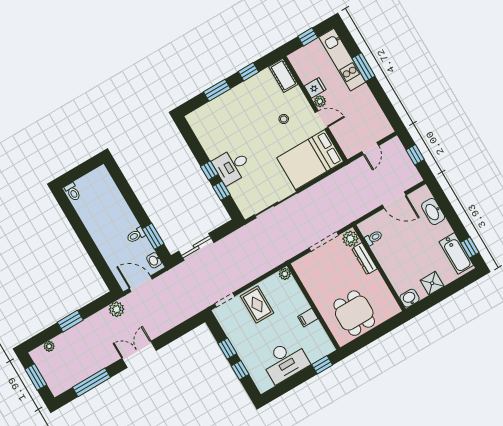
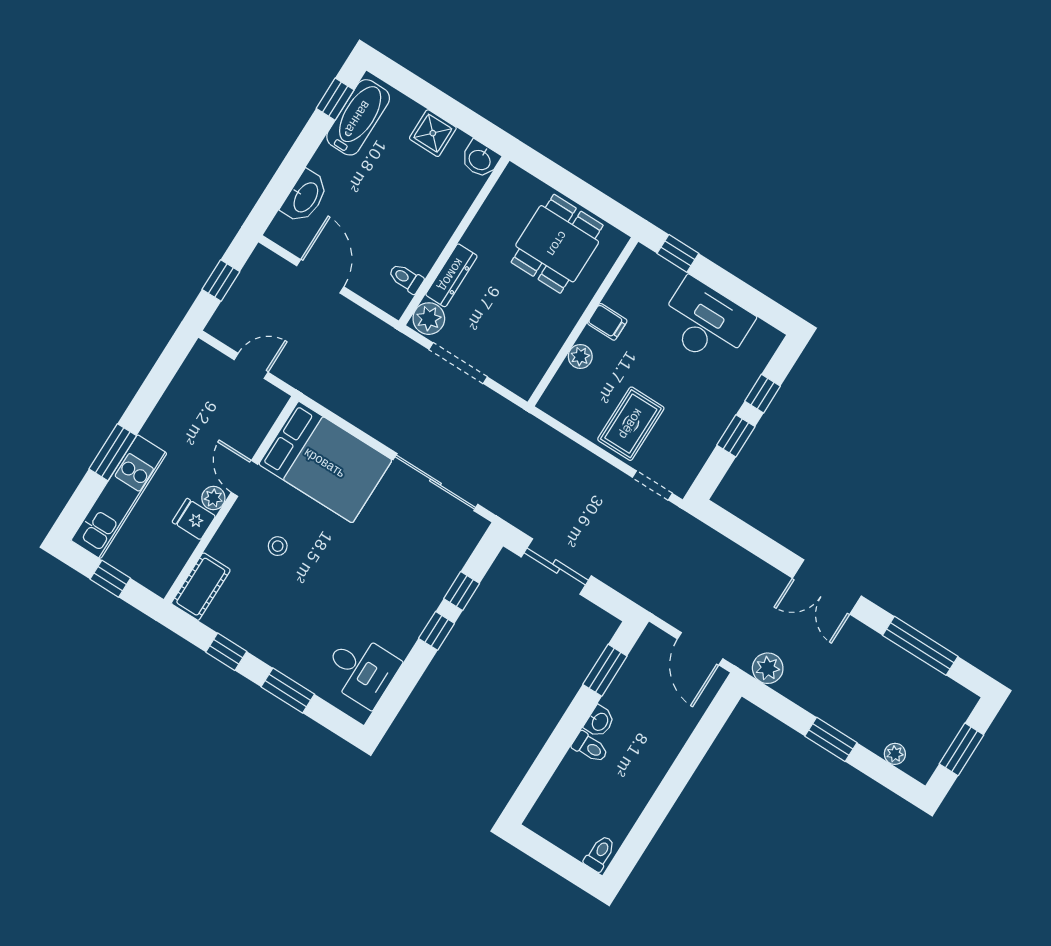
desk: (232, 166) -> (361, 670), moved
toilet: (136, 235) -> (590, 747), moved
sliding door: (196, 247) -> (556, 566), moved
washbasin: (154, 260) -> (599, 721), moved
plant: (285, 274) -> (580, 356), moved

